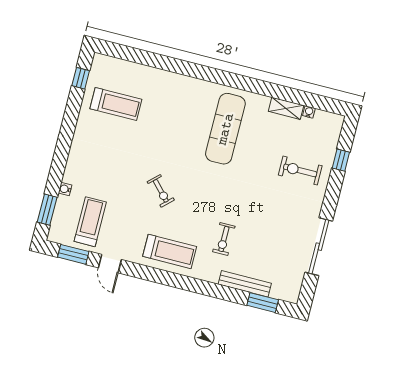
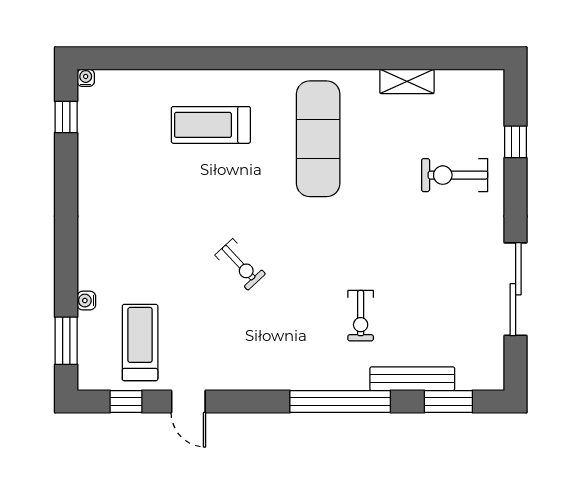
treadmill: (116, 104) -> (211, 125), moved, turned 180
water cooler: (309, 112) -> (86, 78), moved
treadmill: (170, 251) -> (279, 358), removed
window: (73, 254) -> (126, 402), width x0.67
window: (199, 286) -> (340, 402), added

